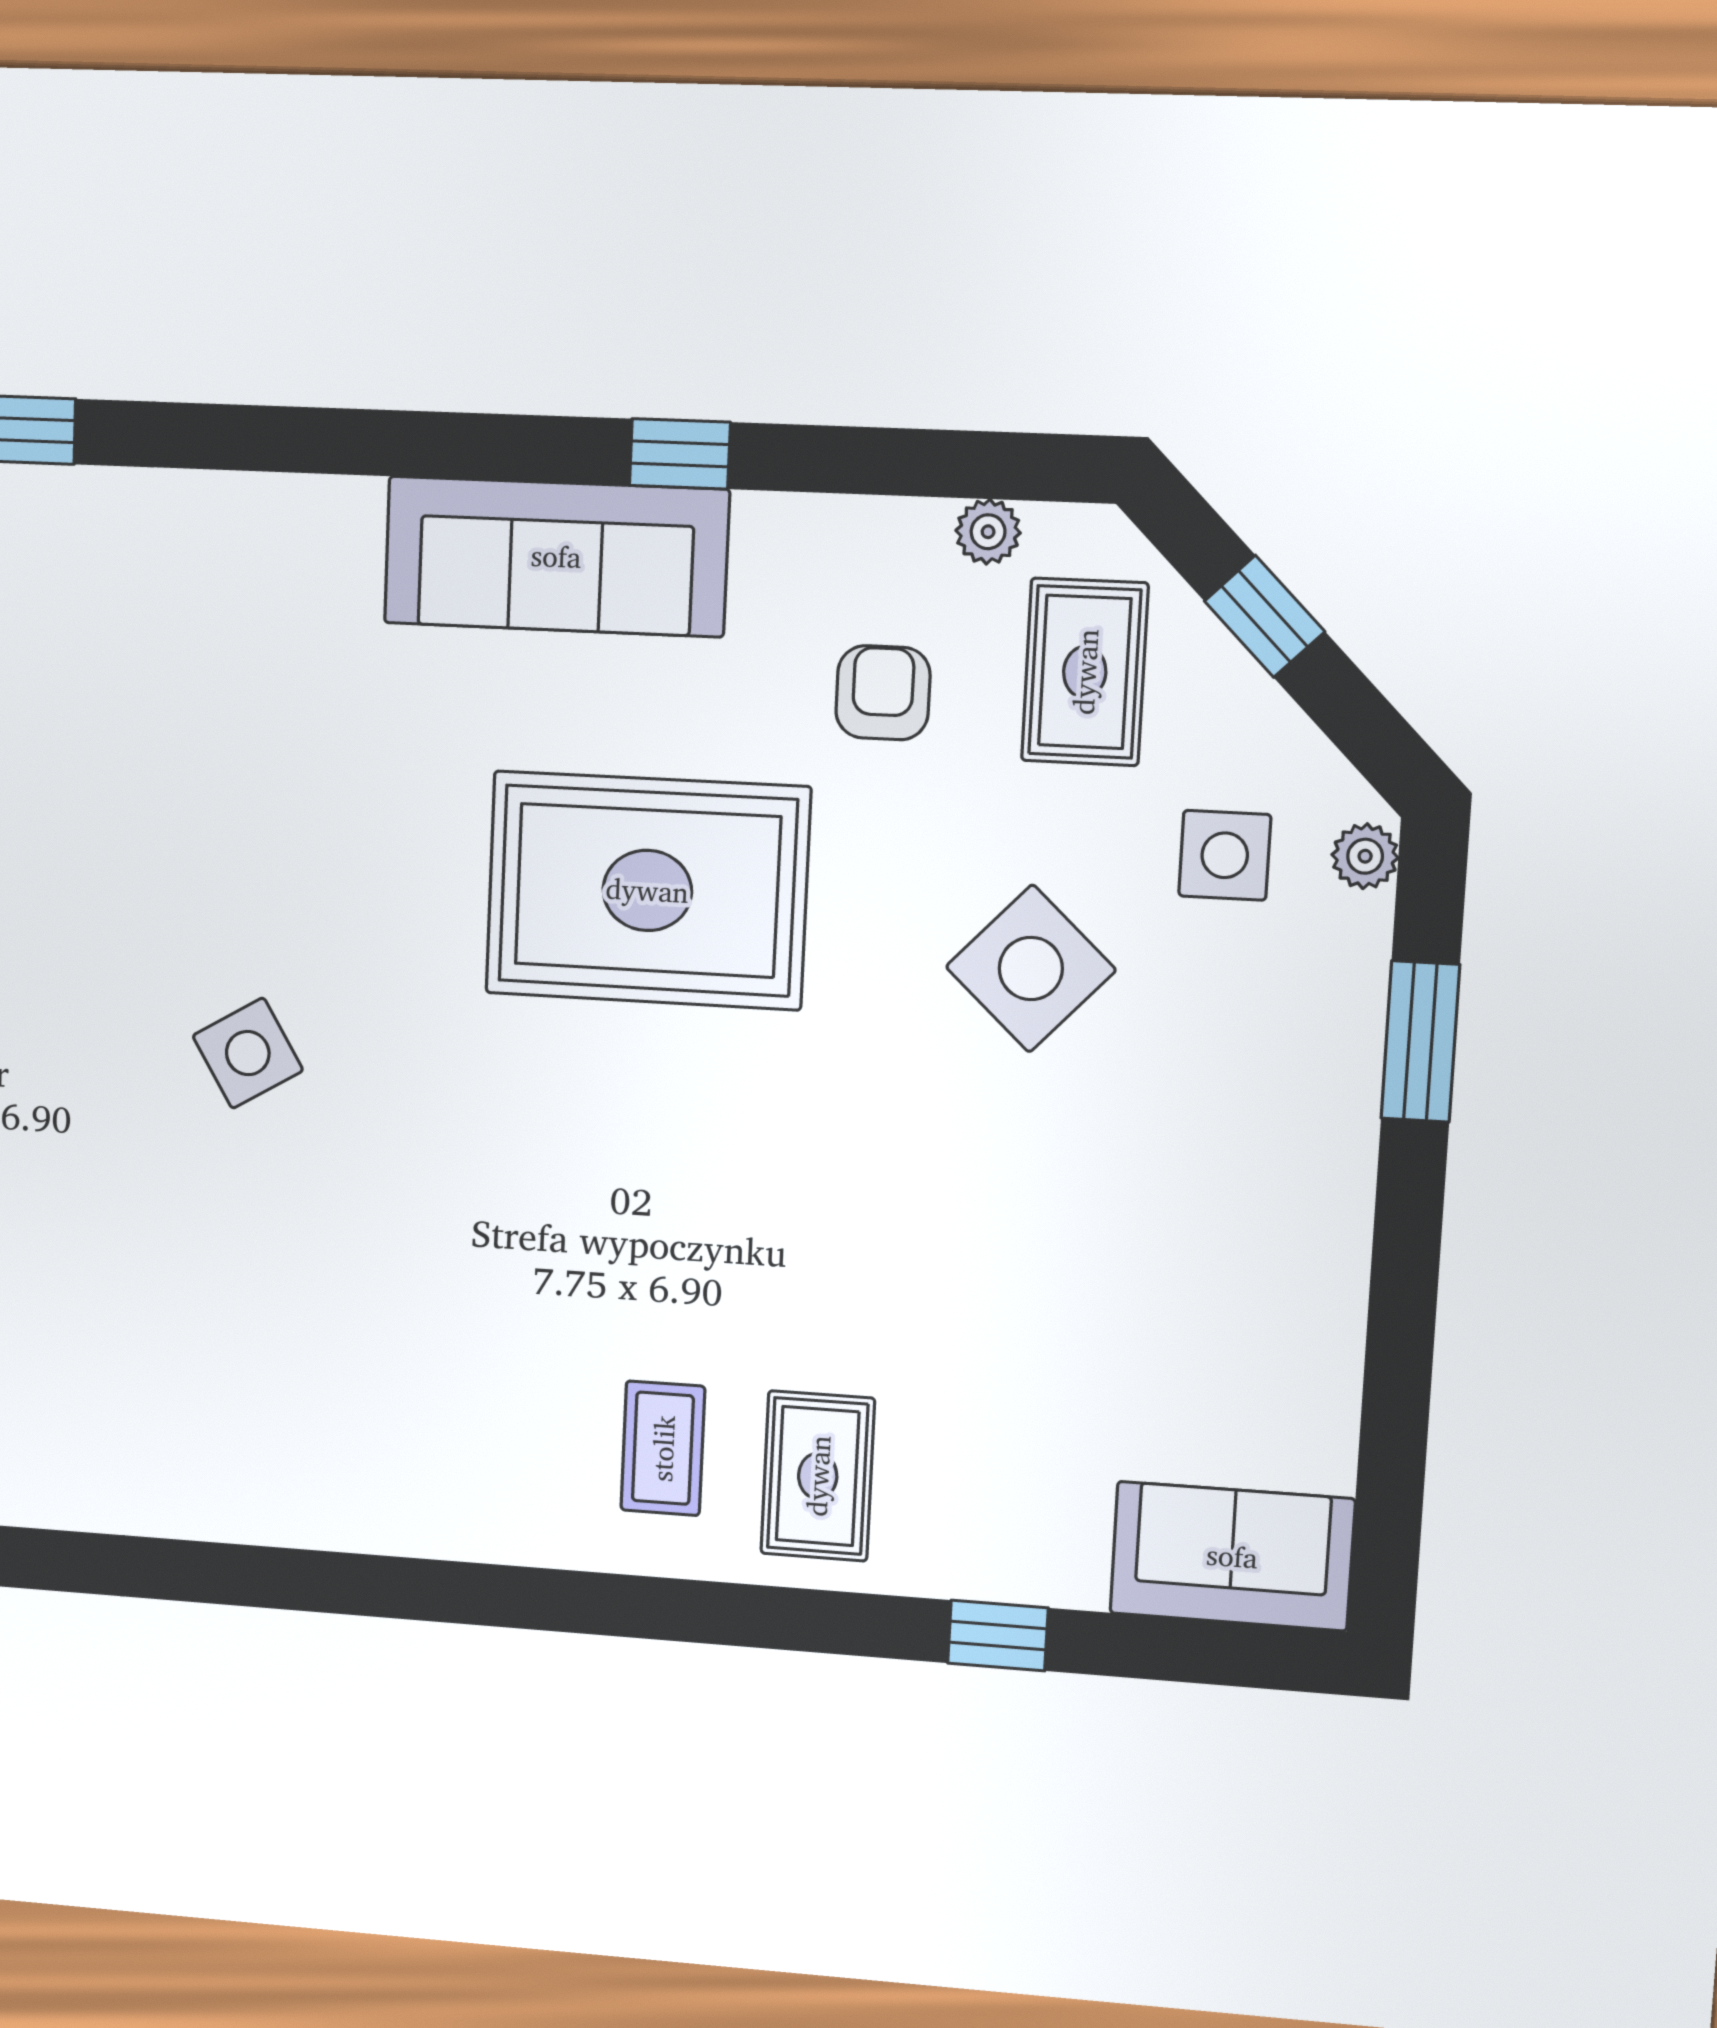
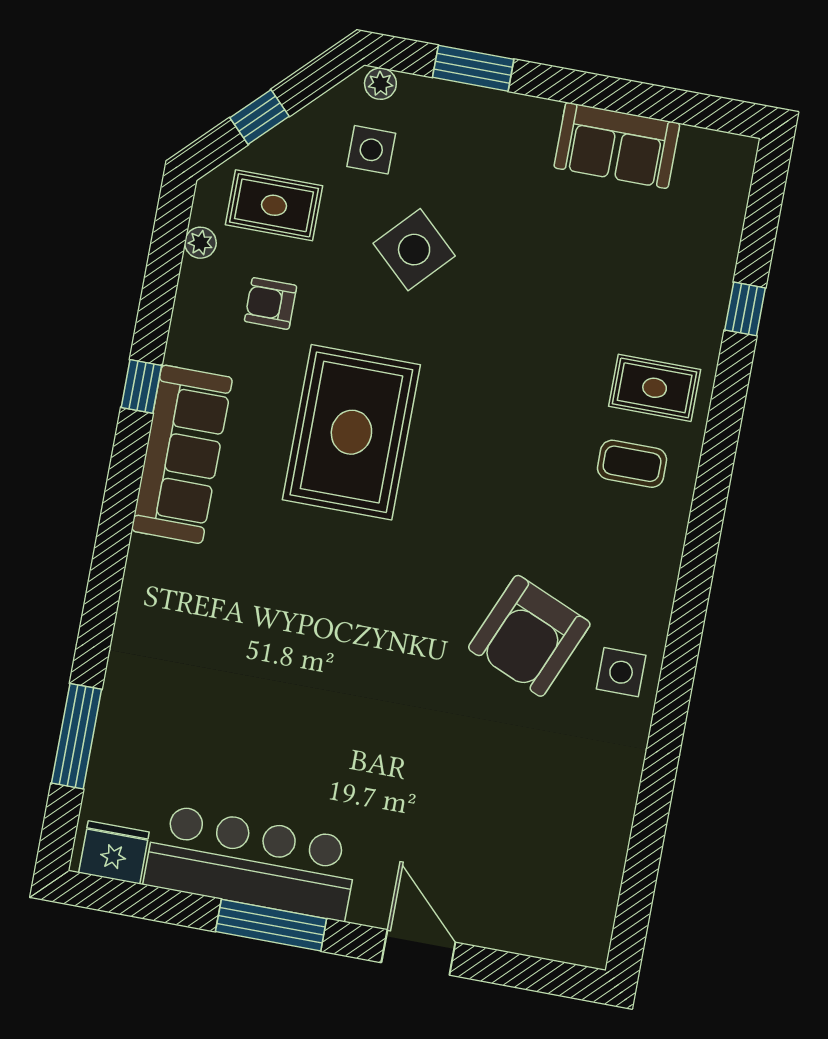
side table: (248, 1053) -> (621, 672), moved, turned 31
armchair: (303, 1288) -> (529, 636), added
sofa: (1232, 1556) -> (617, 145), moved, turned -90

